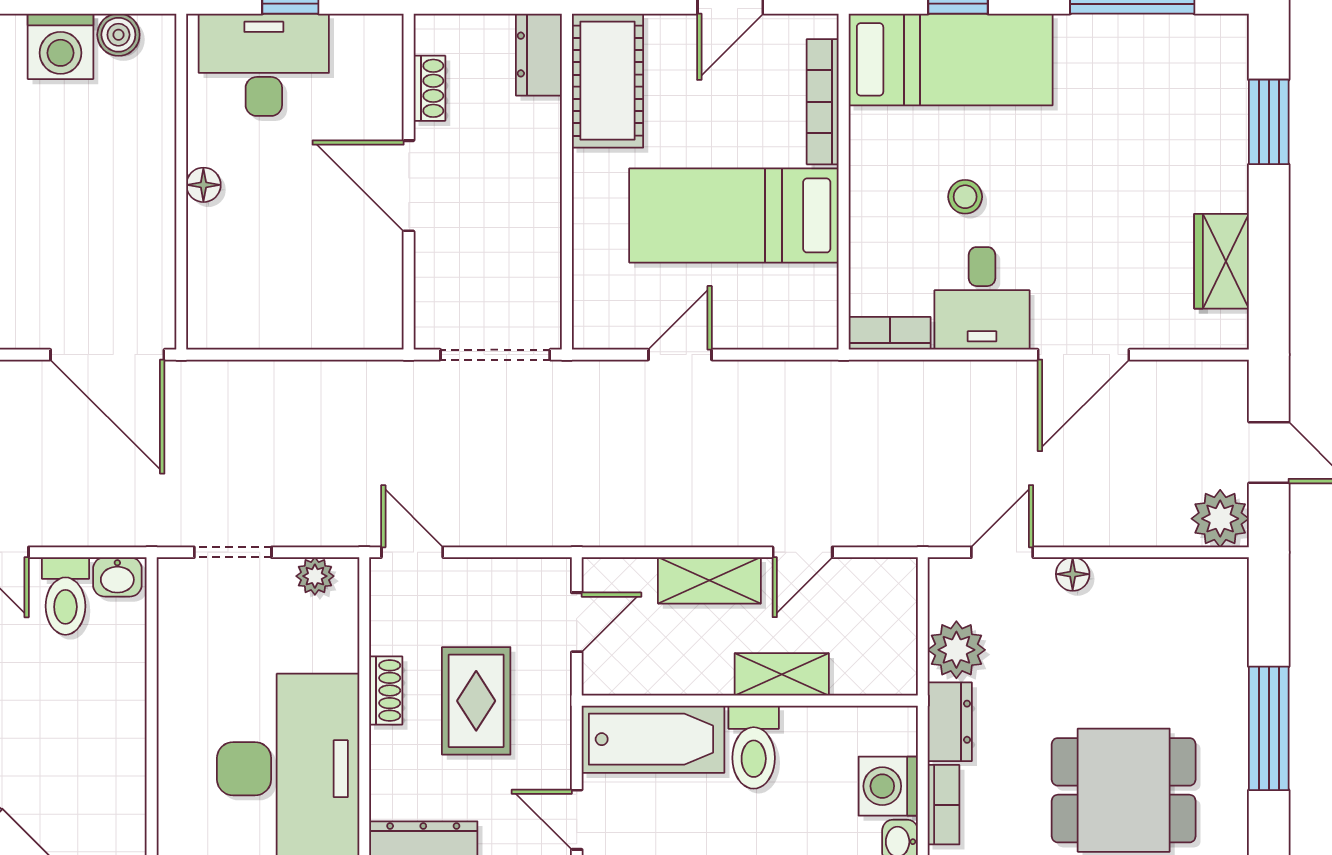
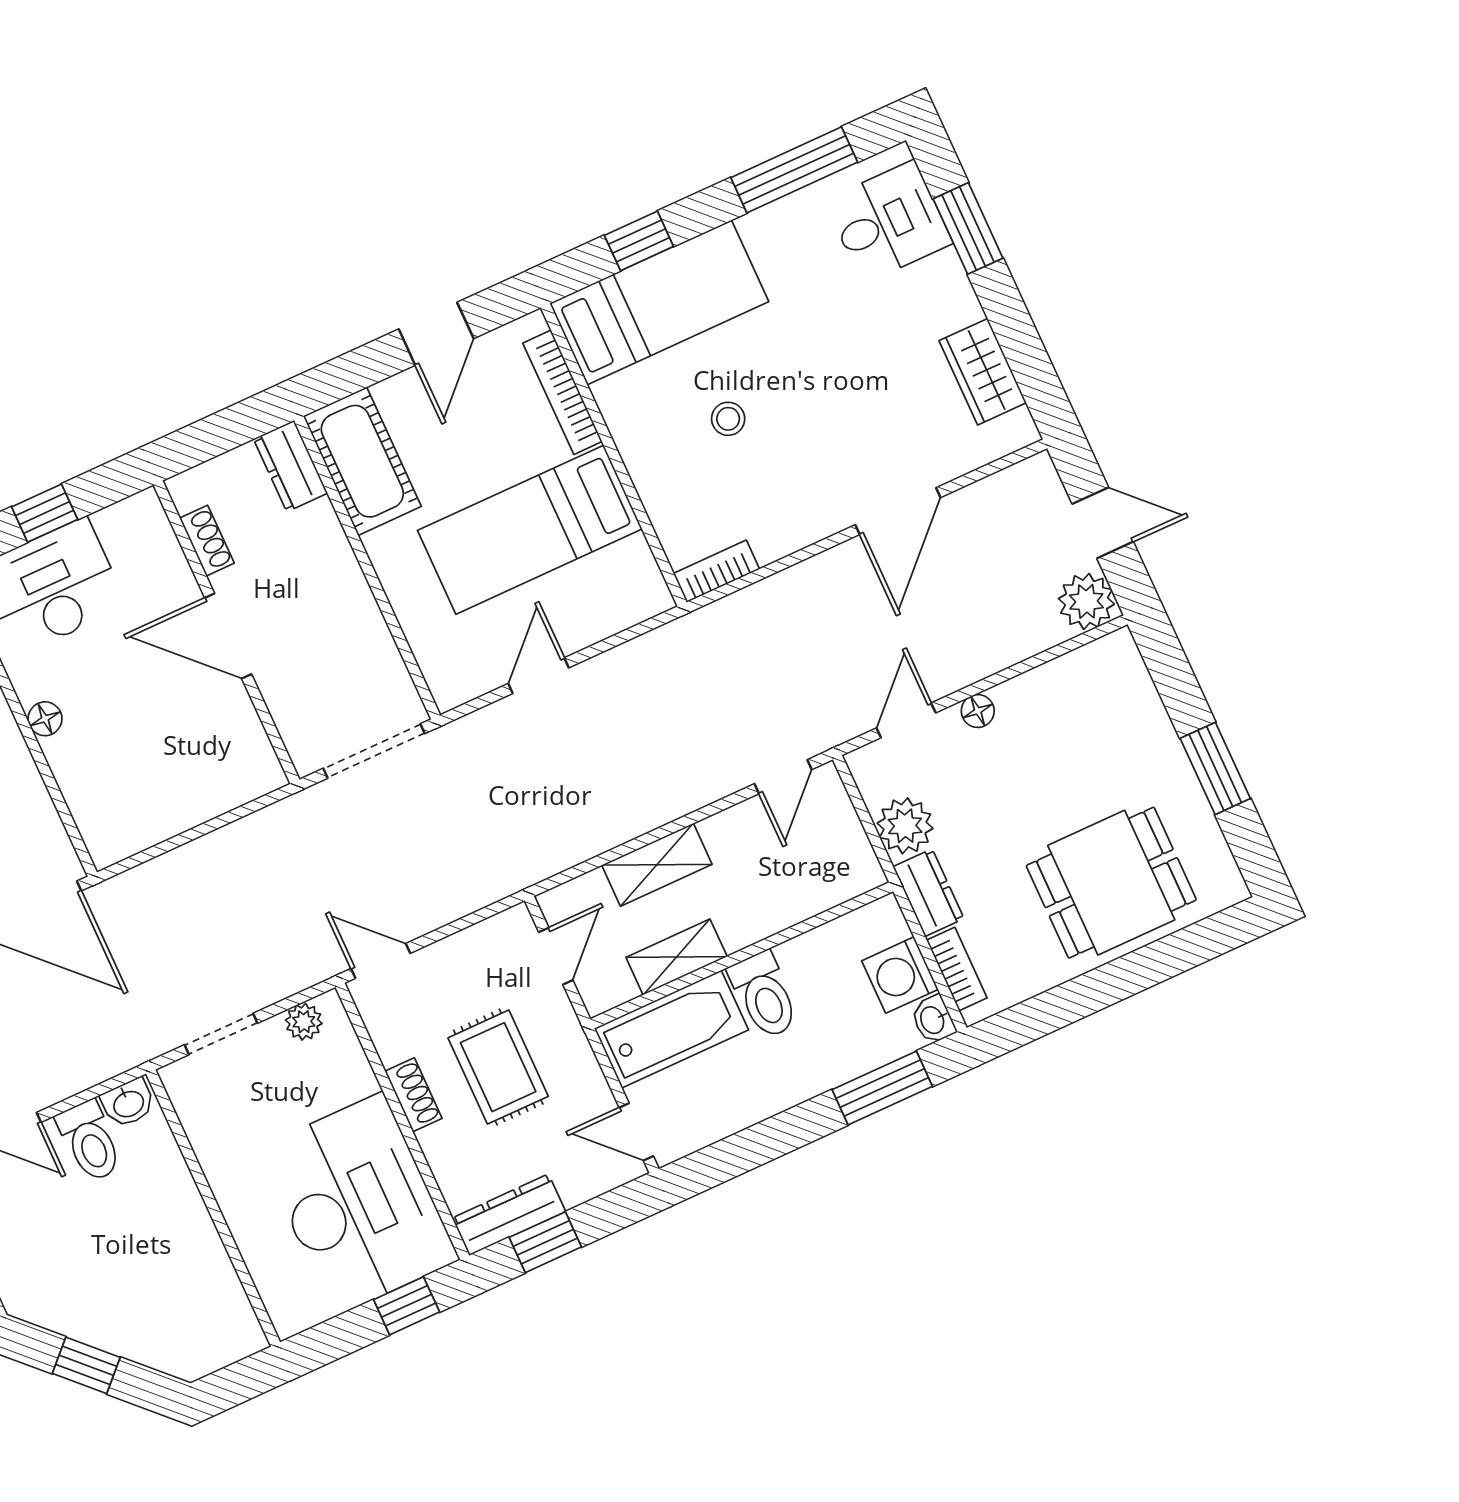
desk: (982, 298) -> (888, 222), moved, turned -90
door: (803, 552) -> (783, 777), moved
shelving: (782, 674) -> (677, 957), moved
window: (1269, 728) -> (1215, 768), width x0.69

